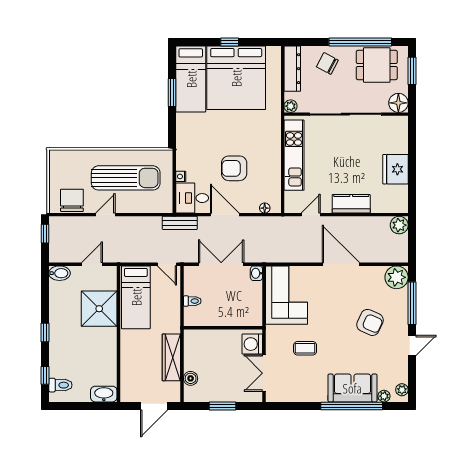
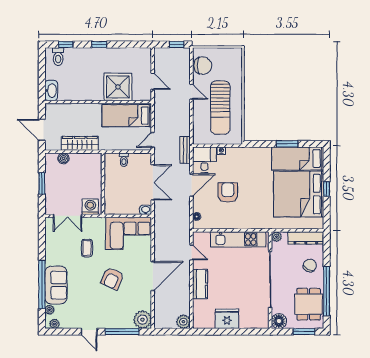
bidet: (60, 273) -> (146, 56), removed
armchair: (370, 322) -> (112, 278), moved
double door: (264, 373) -> (68, 216), swing flipped

